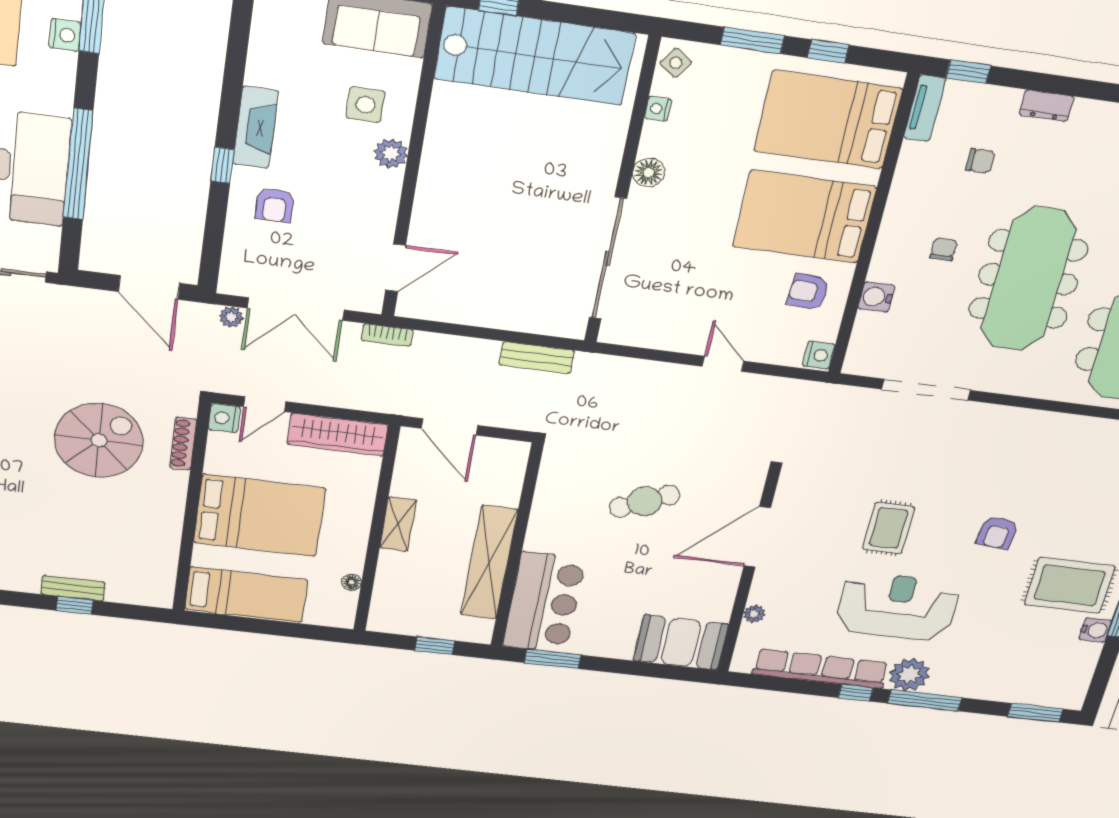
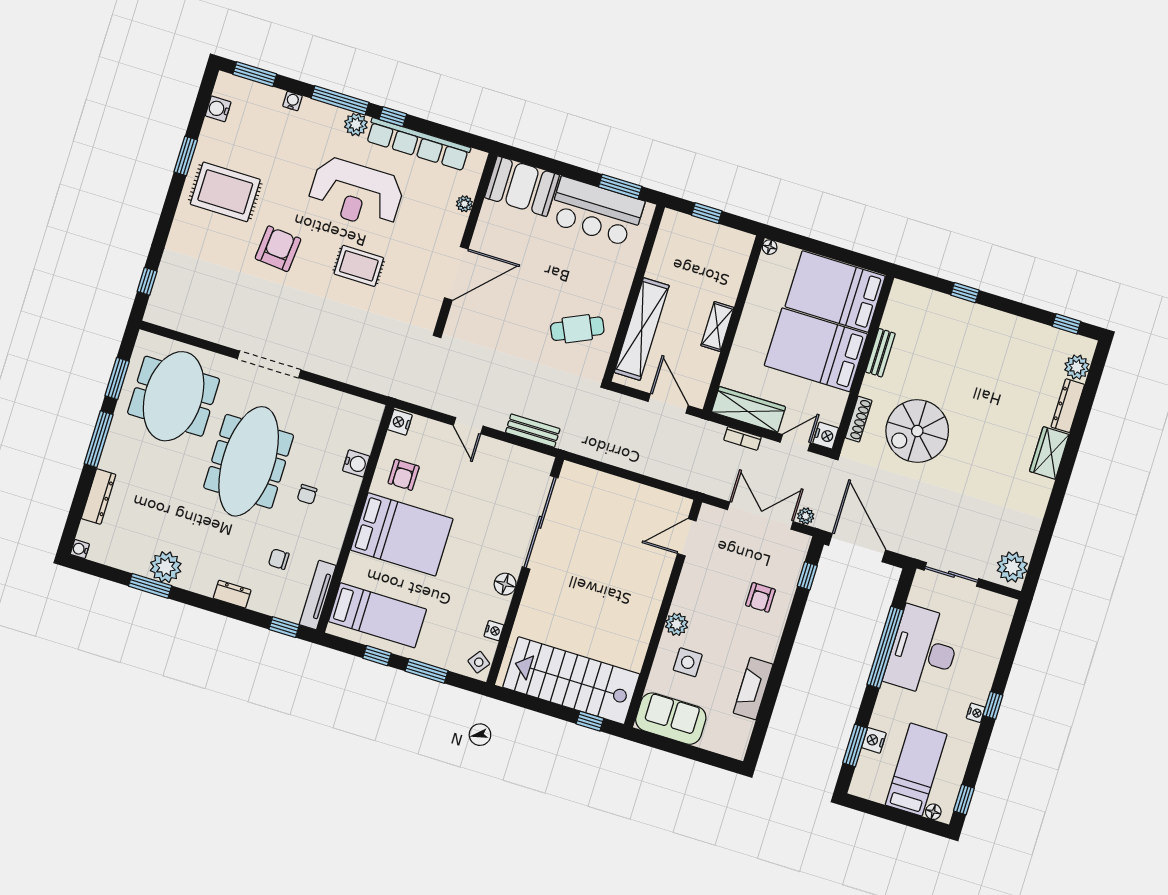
tv unit: (925, 108) -> (318, 595), width x1.41
bed: (828, 120) -> (378, 615), width x0.67
fireplace: (256, 127) -> (753, 689), moved
window: (223, 165) -> (807, 576), moved
armchair: (275, 205) -> (760, 597), turned 180
door: (149, 287) -> (857, 548), width x1.36
armchair: (808, 292) -> (404, 475), turned 86
bookcase: (387, 335) -> (742, 438), moved, turned 180
bench: (537, 358) -> (533, 431), moved
doorway: (926, 390) -> (269, 364), moved
cafe table: (645, 501) -> (577, 329), moved
rug: (888, 528) -> (359, 266), turned 90
armchair: (997, 533) -> (278, 249), width x1.38, depth x1.38
shelving: (489, 563) -> (642, 329), moved
floor lamp: (352, 582) -> (770, 247), moved
bench: (73, 588) -> (880, 353), moved, turned 90
bed: (246, 595) -> (835, 291), width x1.50
bar counter: (544, 603) -> (596, 212), moved, turned -90
water cooler: (1095, 630) -> (218, 109), moved
plant: (909, 675) -> (356, 124), width x0.73, depth x0.73
water cooler: (986, 692) -> (292, 101), added

